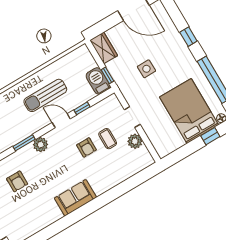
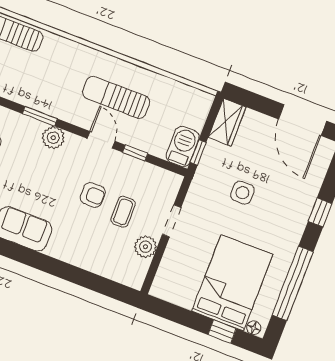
armchair: (86, 147) -> (93, 195), turned -90

